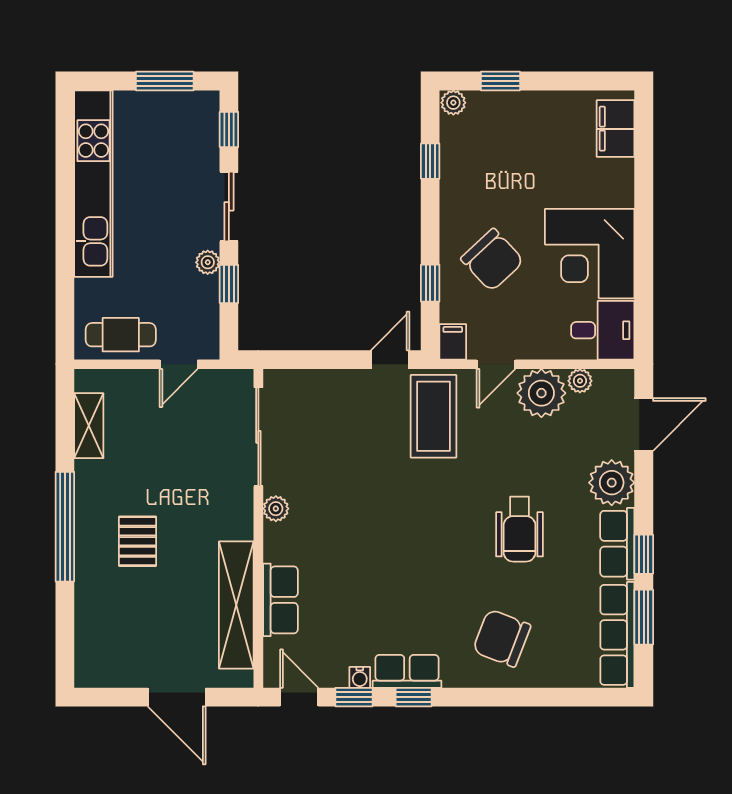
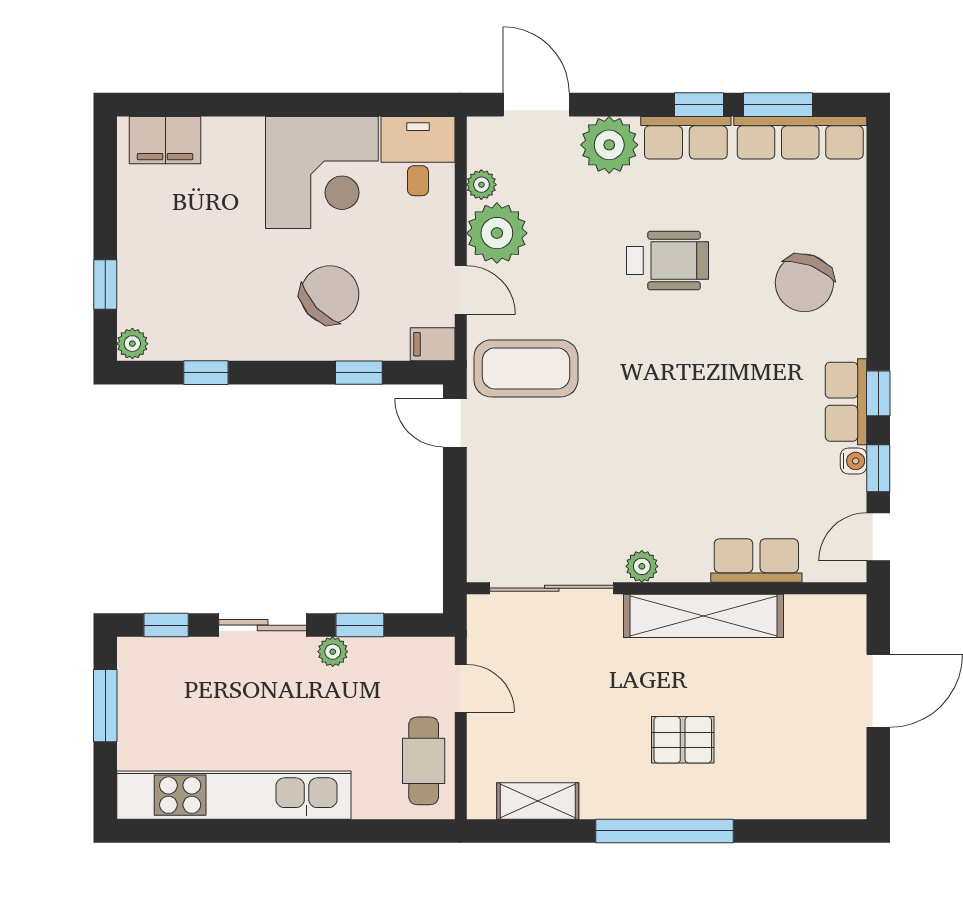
shelving: (236, 605) -> (703, 616), moved

